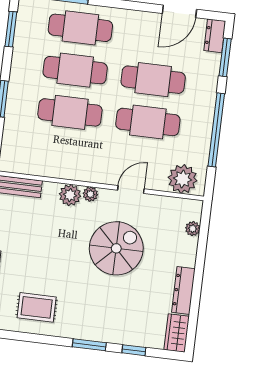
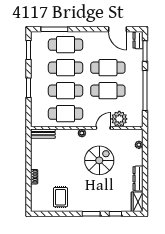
door: (179, 11) -> (117, 29), hinge flipped
cafe table: (65, 155) -> (66, 114), added
plant: (183, 179) -> (119, 119), moved
plant: (70, 195) -> (71, 135), removed
rug: (37, 307) -> (60, 197), turned 90

